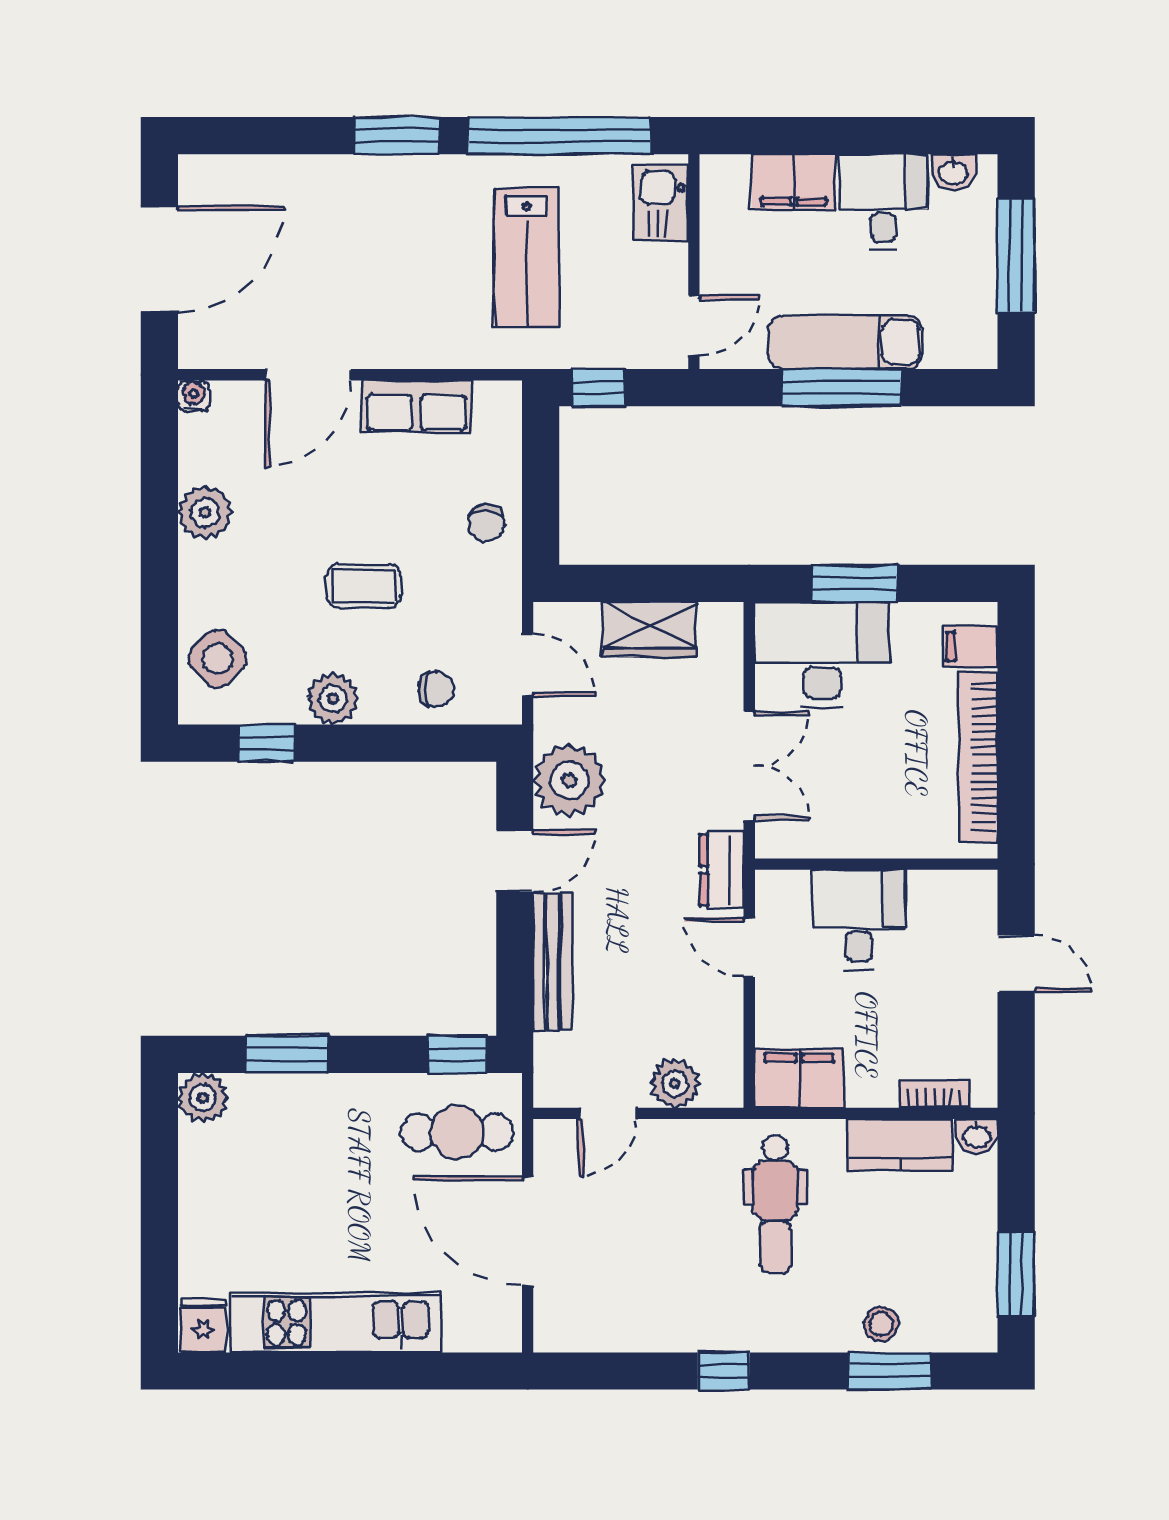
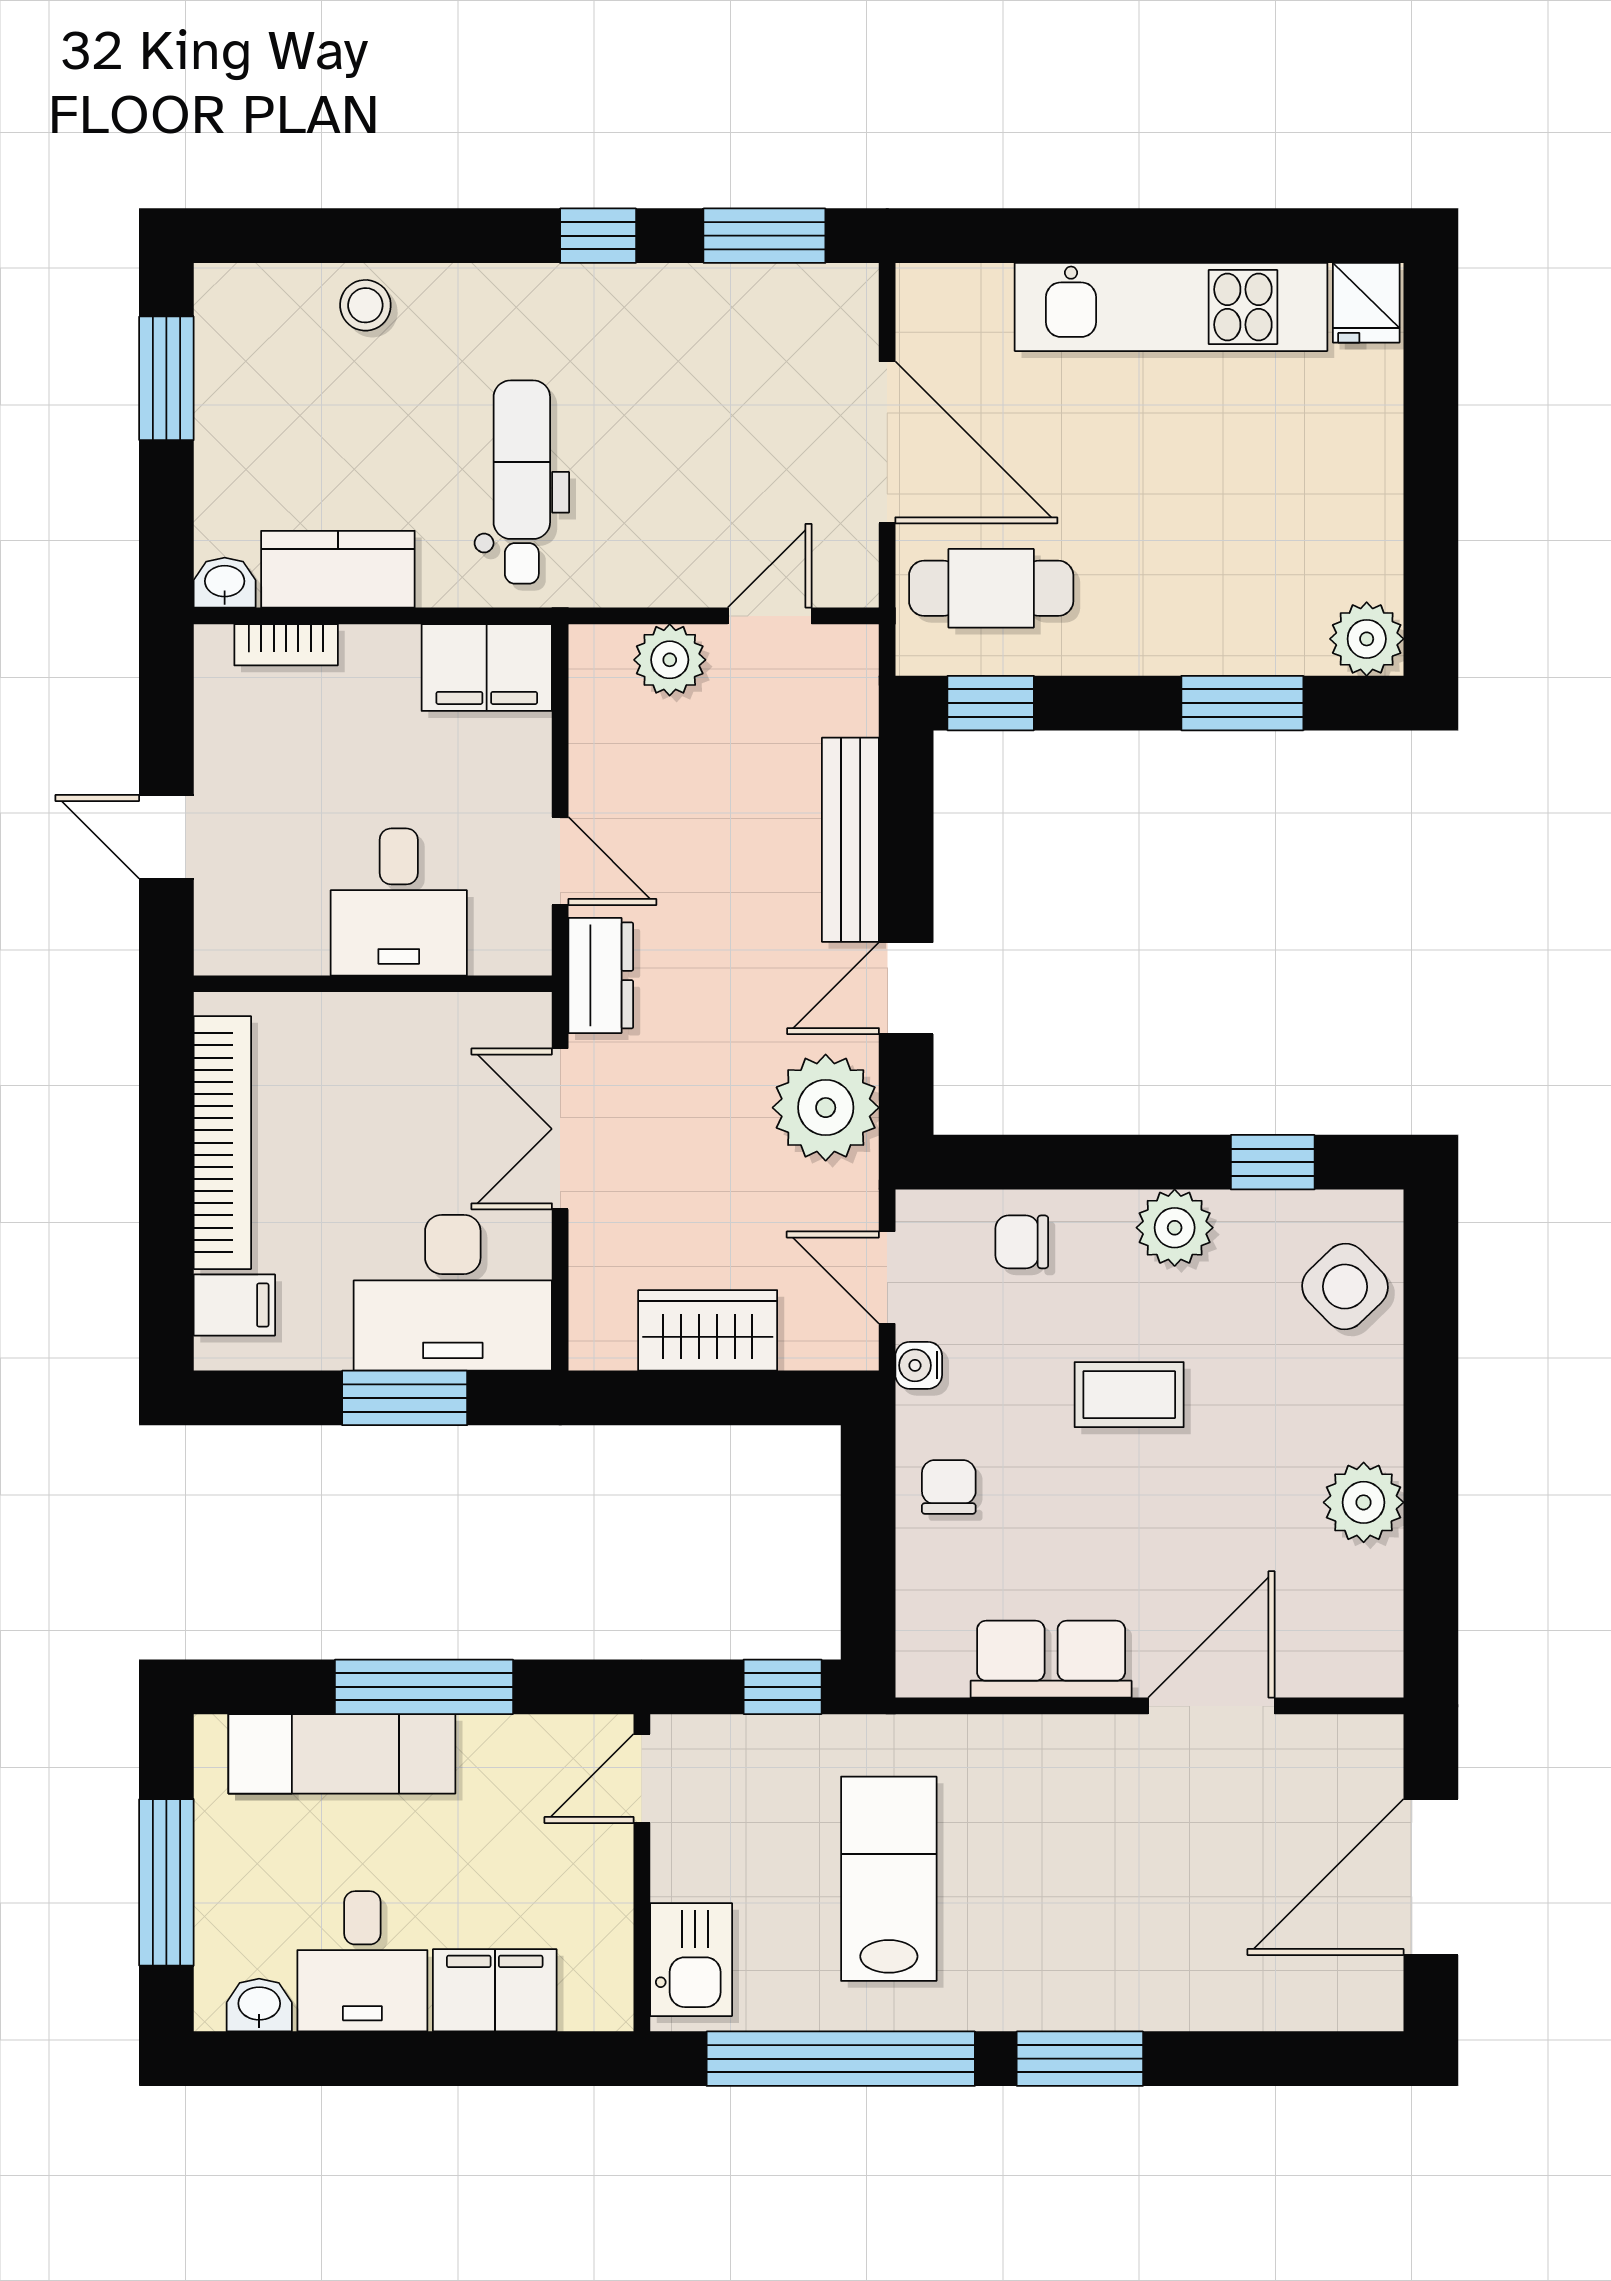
exam couch: (845, 342) -> (342, 1754), moved
water cooler: (194, 396) -> (919, 1365), moved, turned 90
window: (890, 1371) -> (764, 236), moved

